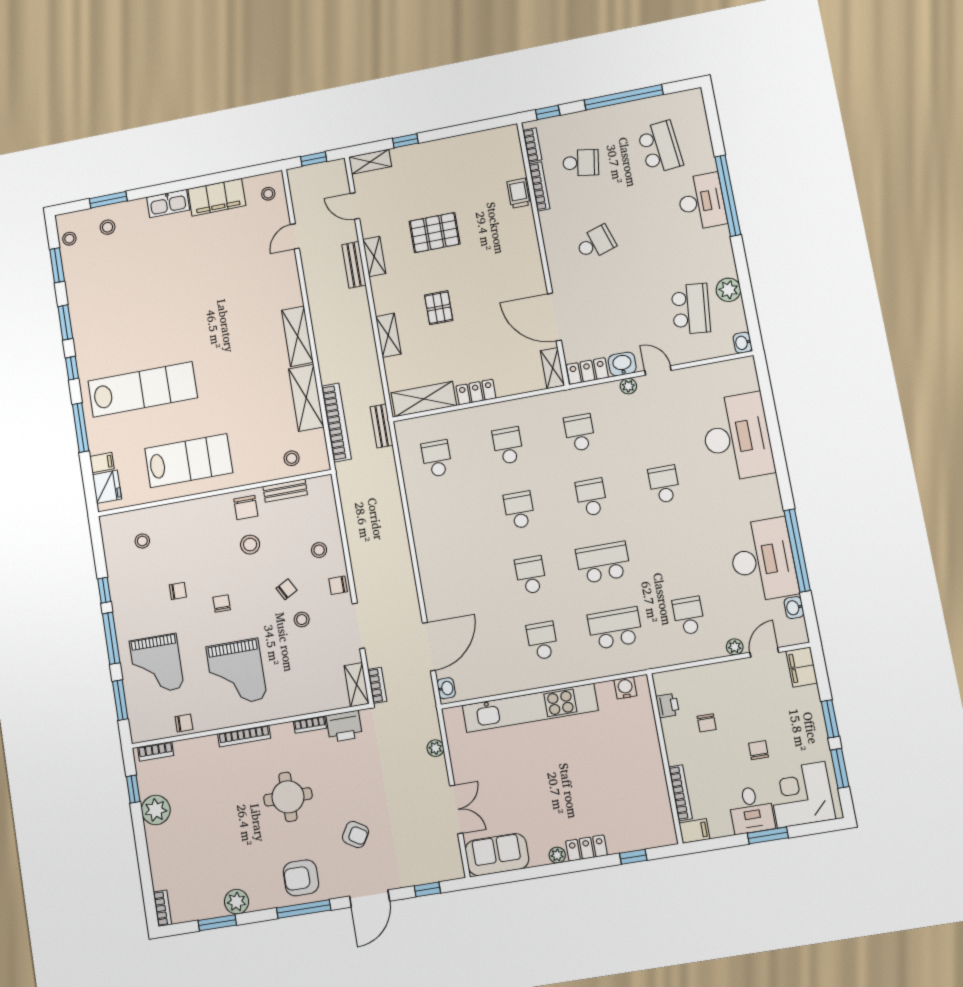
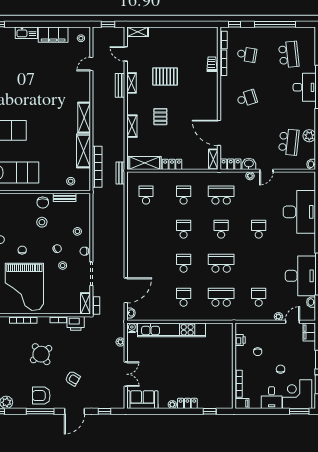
window: (405, 141) -> (158, 24), removed
door: (658, 371) -> (266, 171), swing flipped
school desk: (580, 433) -> (221, 195), width x1.85
grand piano: (236, 673) -> (24, 287), width x1.37, depth x1.48
water cooler: (625, 688) -> (132, 328), moved
round table: (288, 797) -> (41, 354), turned -37
window: (768, 835) -> (299, 411), moved

